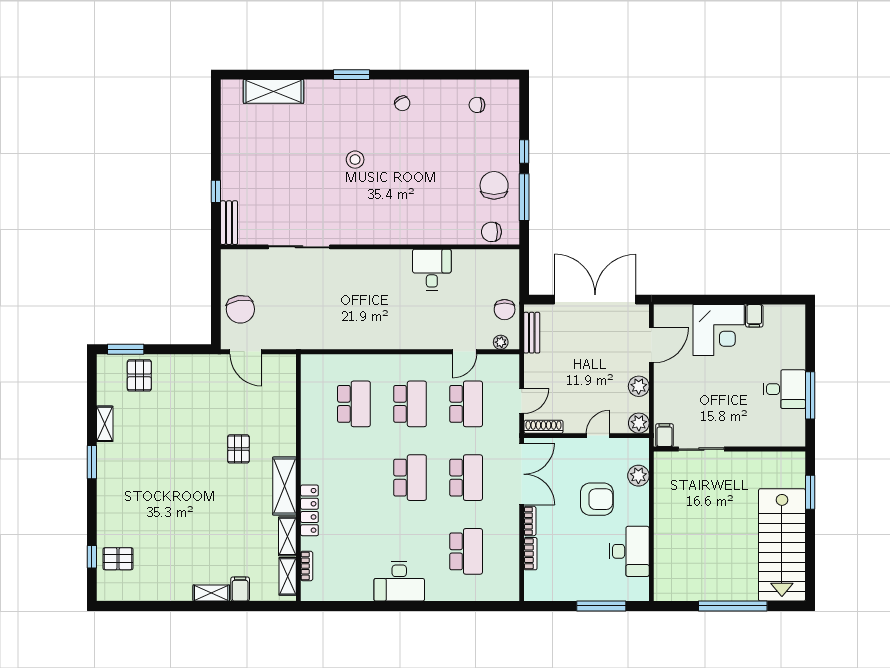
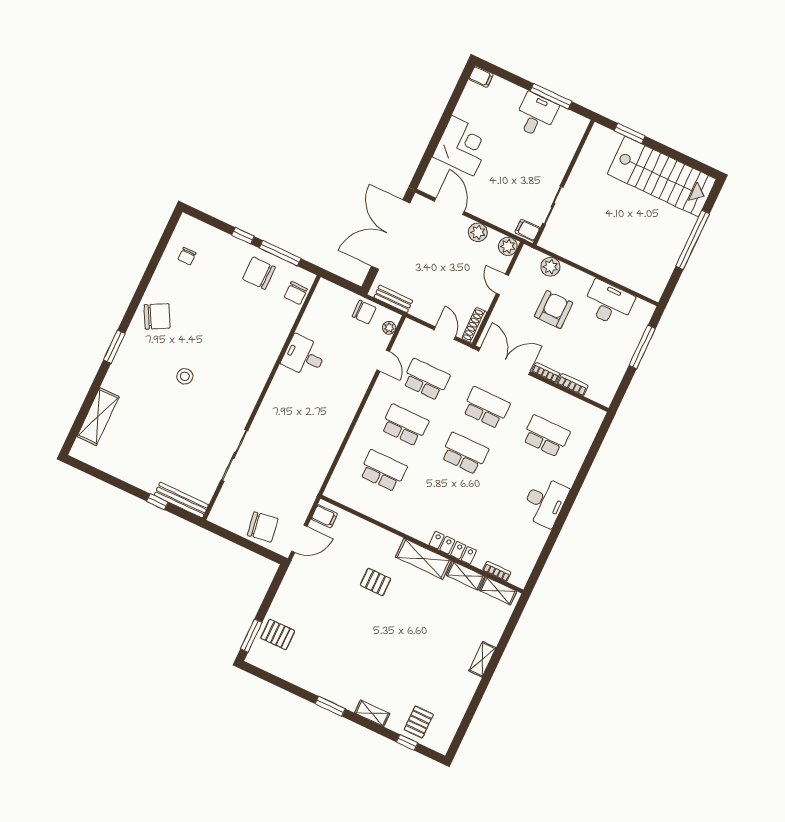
chair: (402, 103) -> (157, 316), width x1.87, depth x1.87
bench: (229, 223) -> (181, 500), width x1.36
filing cabinet: (754, 316) -> (481, 77), moved
shelving: (105, 424) -> (372, 713), moved
filing cabinet: (240, 589) -> (324, 516), moved, turned 180

